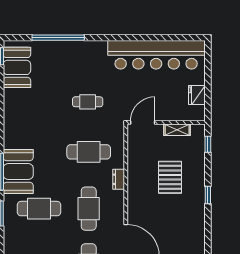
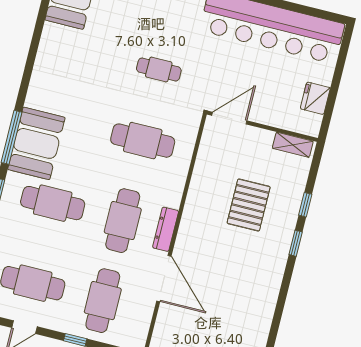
shelving: (177, 130) -> (293, 145), moved
window: (208, 144) -> (305, 205), moved
dresser: (119, 179) -> (166, 229), moved, width x1.44

